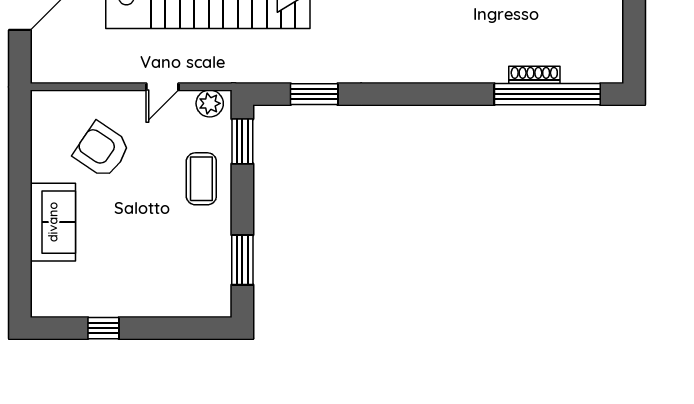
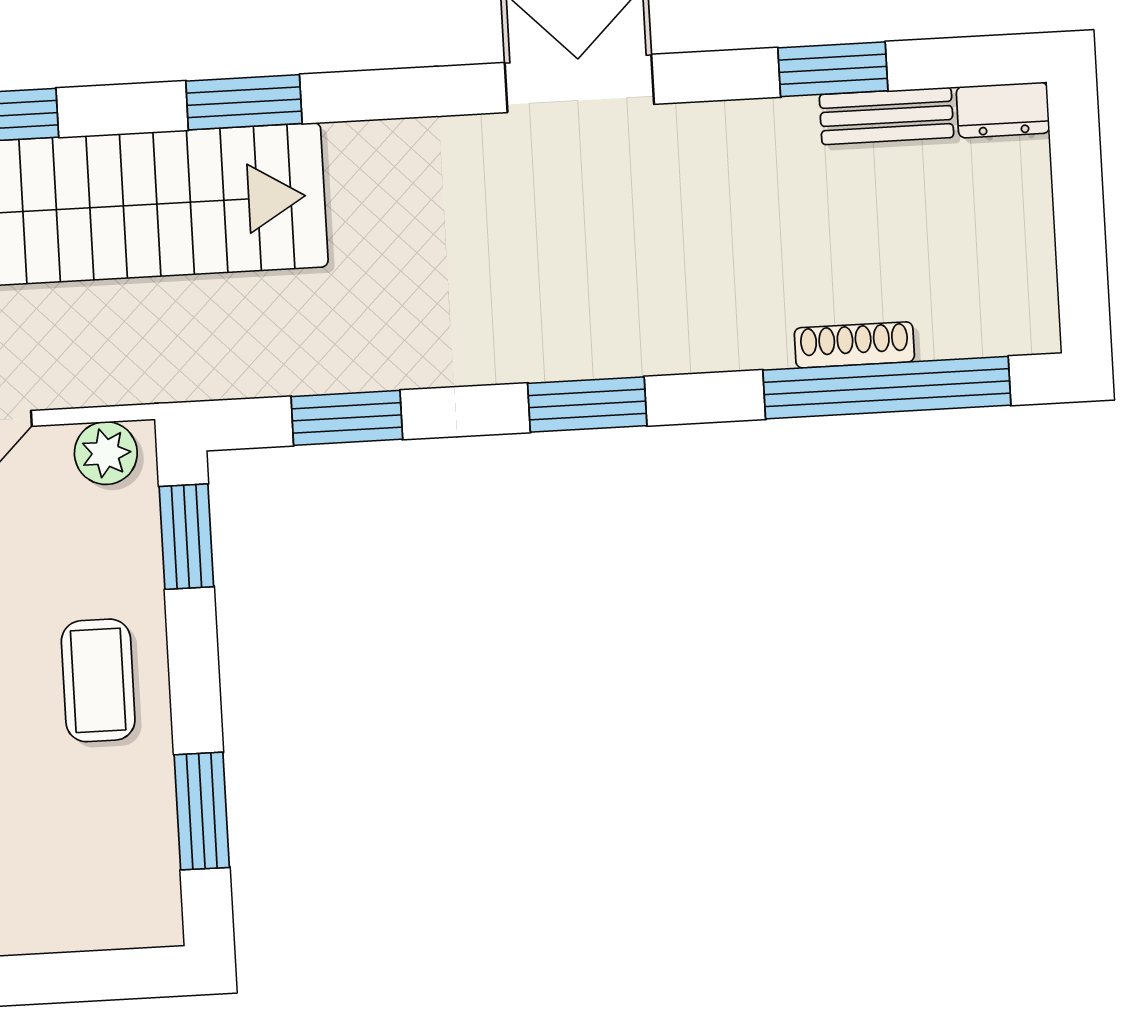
window: (418, 94) -> (587, 404), added
coffee table: (201, 179) -> (98, 680), moved

